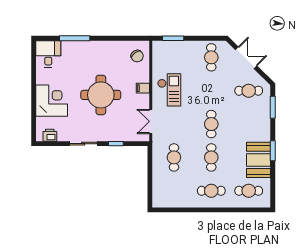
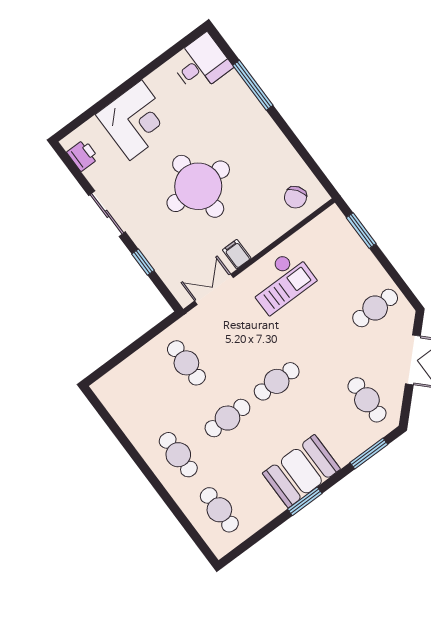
filing cabinet: (143, 88) -> (237, 254), moved
cafe table: (174, 157) -> (186, 363), turned 90
booth: (258, 160) -> (301, 471), moved

